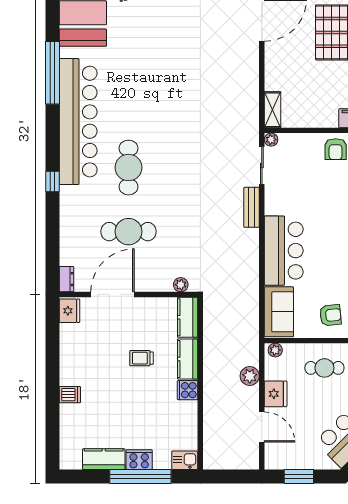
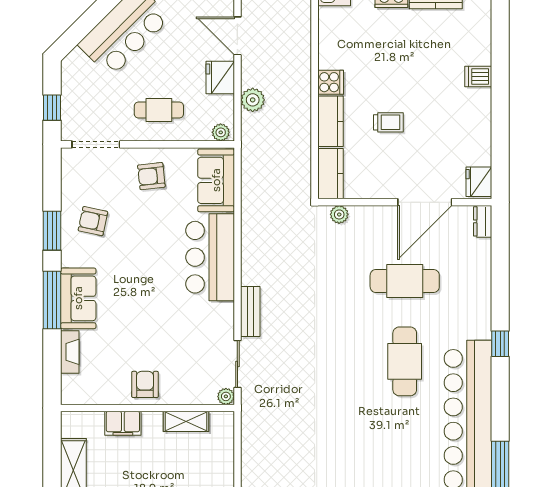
shelving: (273, 110) -> (186, 421), moved, turned 90

